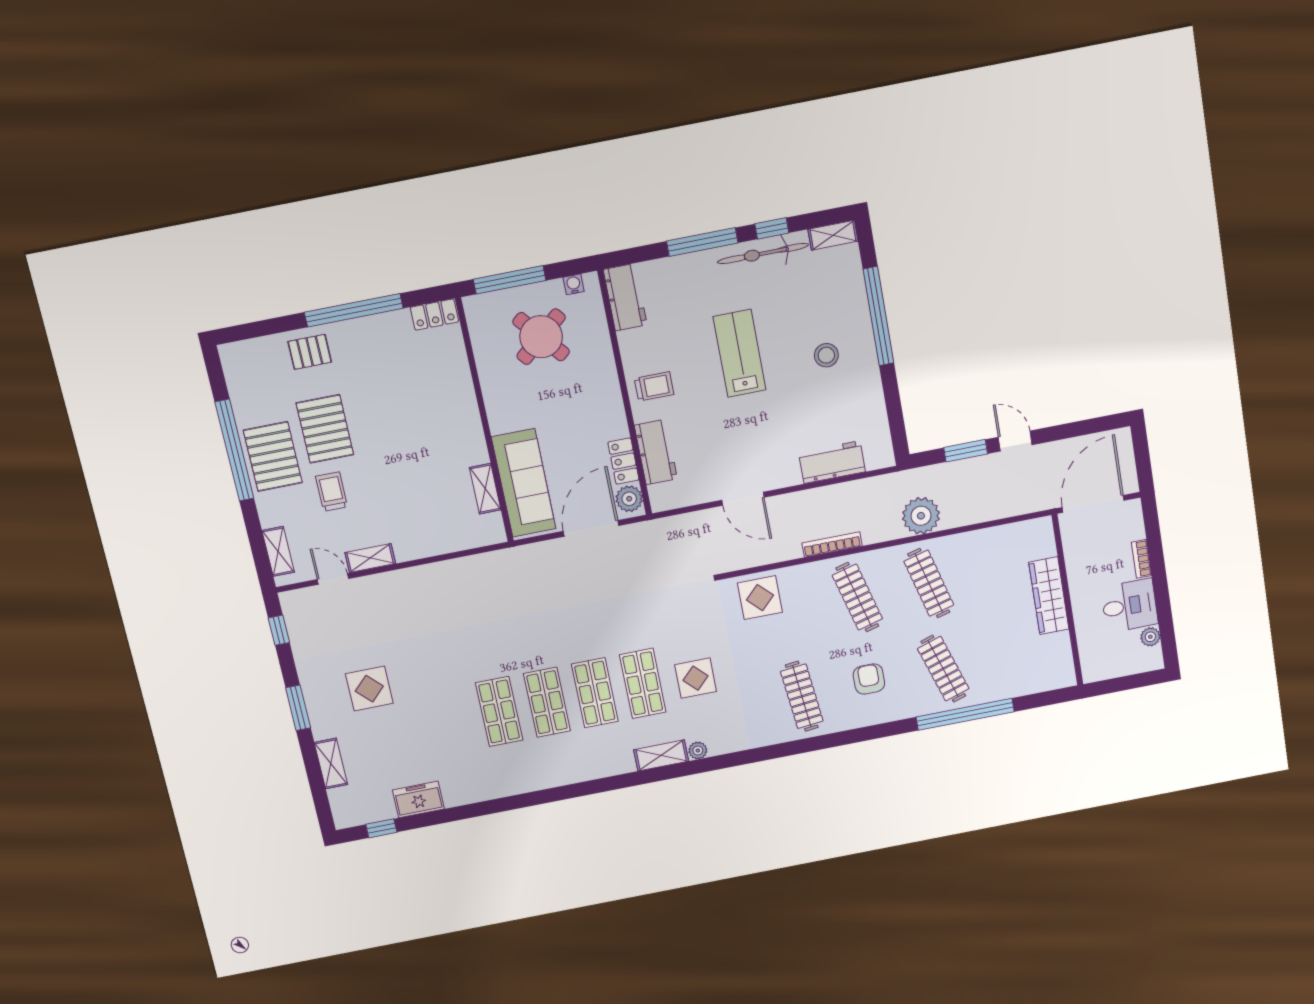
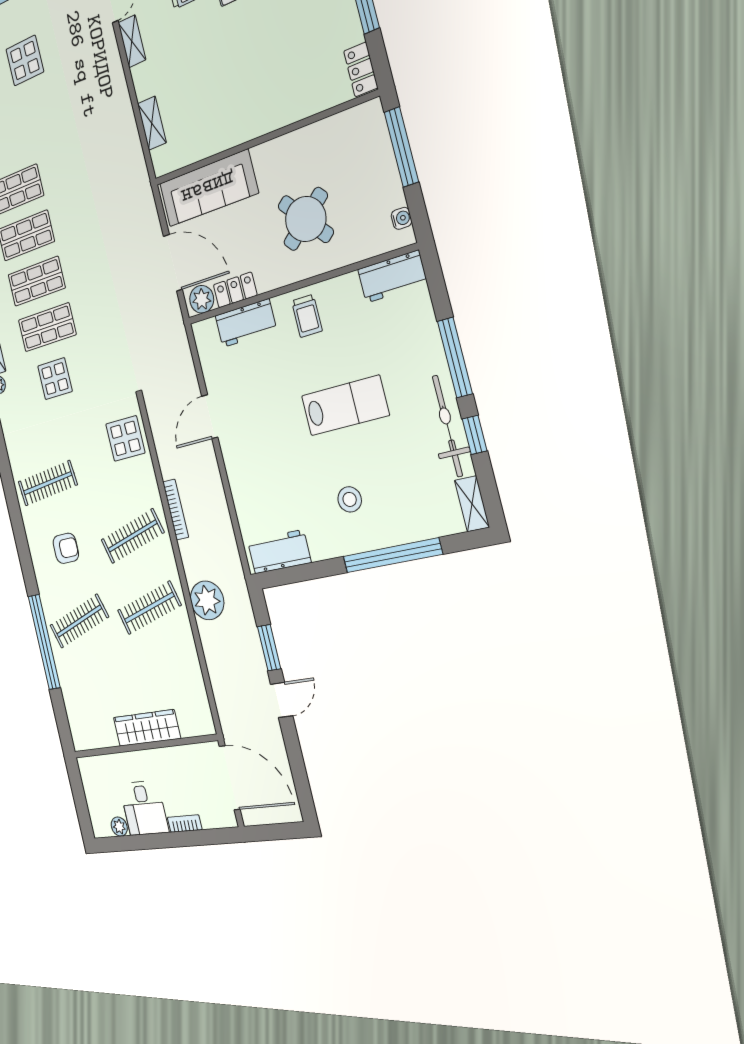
round table: (541, 337) -> (306, 219), moved
workbench: (832, 462) -> (279, 552), moved, turned -90
shelving: (485, 489) -> (152, 123), moved, turned 90

